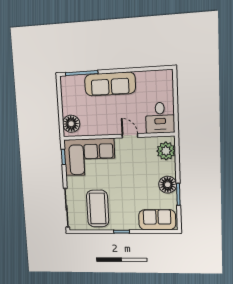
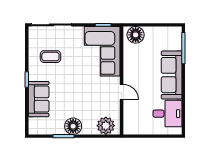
desk: (160, 118) -> (167, 114), moved, turned 180
door: (130, 136) -> (122, 92), hinge flipped
coffee table: (98, 209) -> (50, 57), width x0.54, depth x0.58
sofa: (157, 220) -> (39, 99), moved

